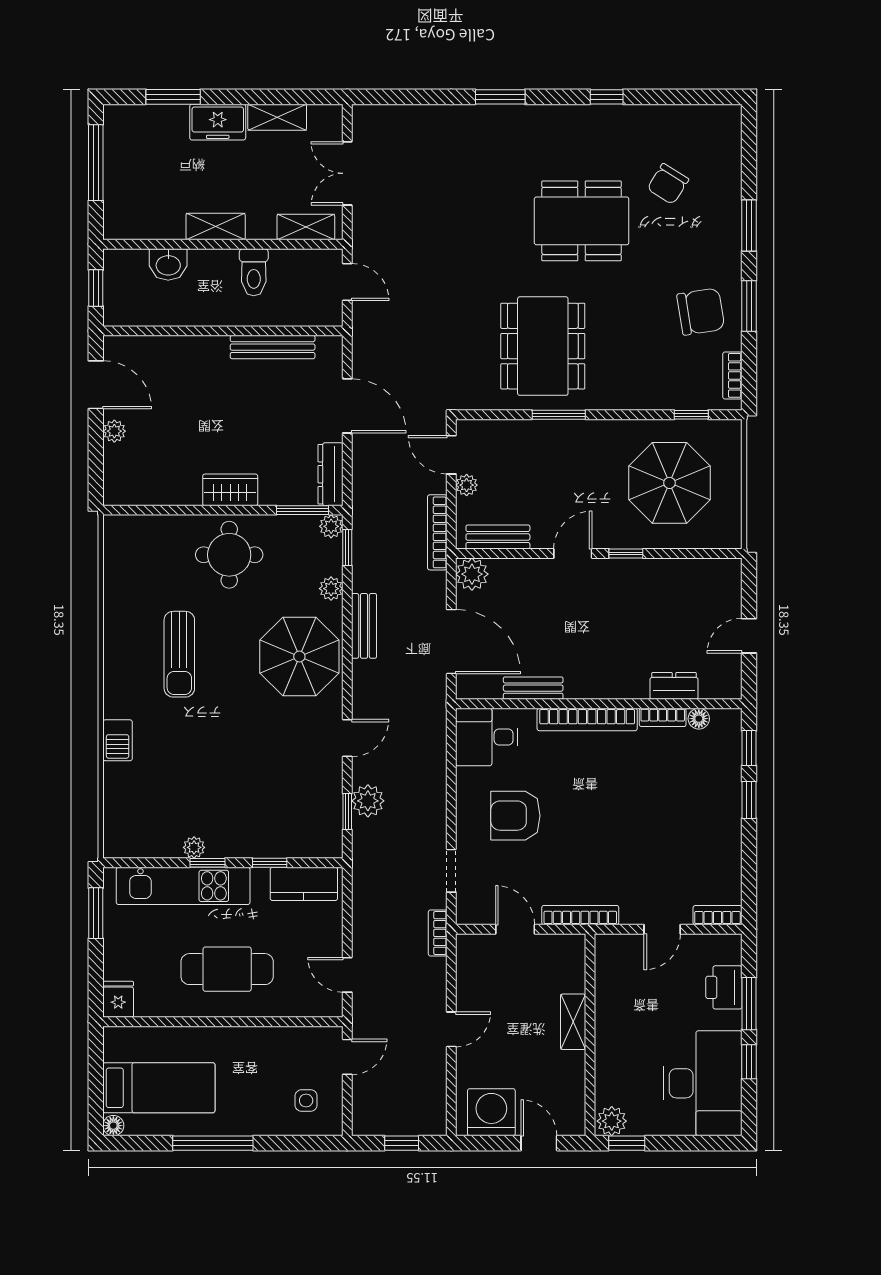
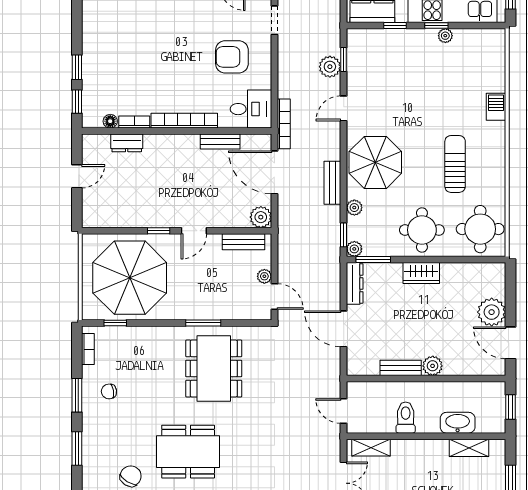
shelving: (216, 227) -> (469, 448), moved
washbasin: (168, 264) -> (458, 423), width x1.38
chair: (701, 312) -> (109, 391), width x0.54, depth x0.54
bench: (273, 347) -> (401, 368), width x0.73
plant: (213, 350) -> (433, 366), added
plant: (114, 431) -> (492, 312), width x1.88, depth x1.88
parasol: (669, 483) -> (130, 278), width x1.36, depth x1.36
bookcase: (437, 532) -> (284, 124), moved
round table: (141, 556) -> (480, 229), added
armchair: (515, 816) -> (232, 57), turned 180

